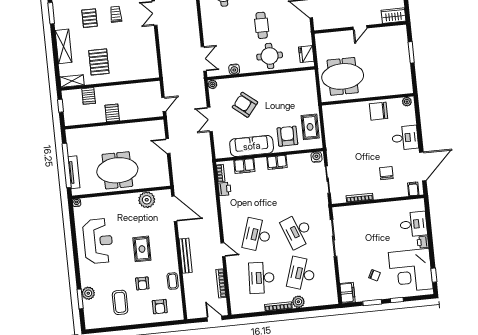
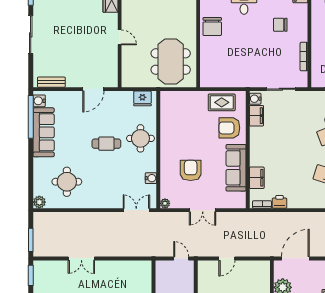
armchair: (245, 105) -> (191, 170), turned 141
filing cabinet: (277, 162) -> (256, 116), moved

